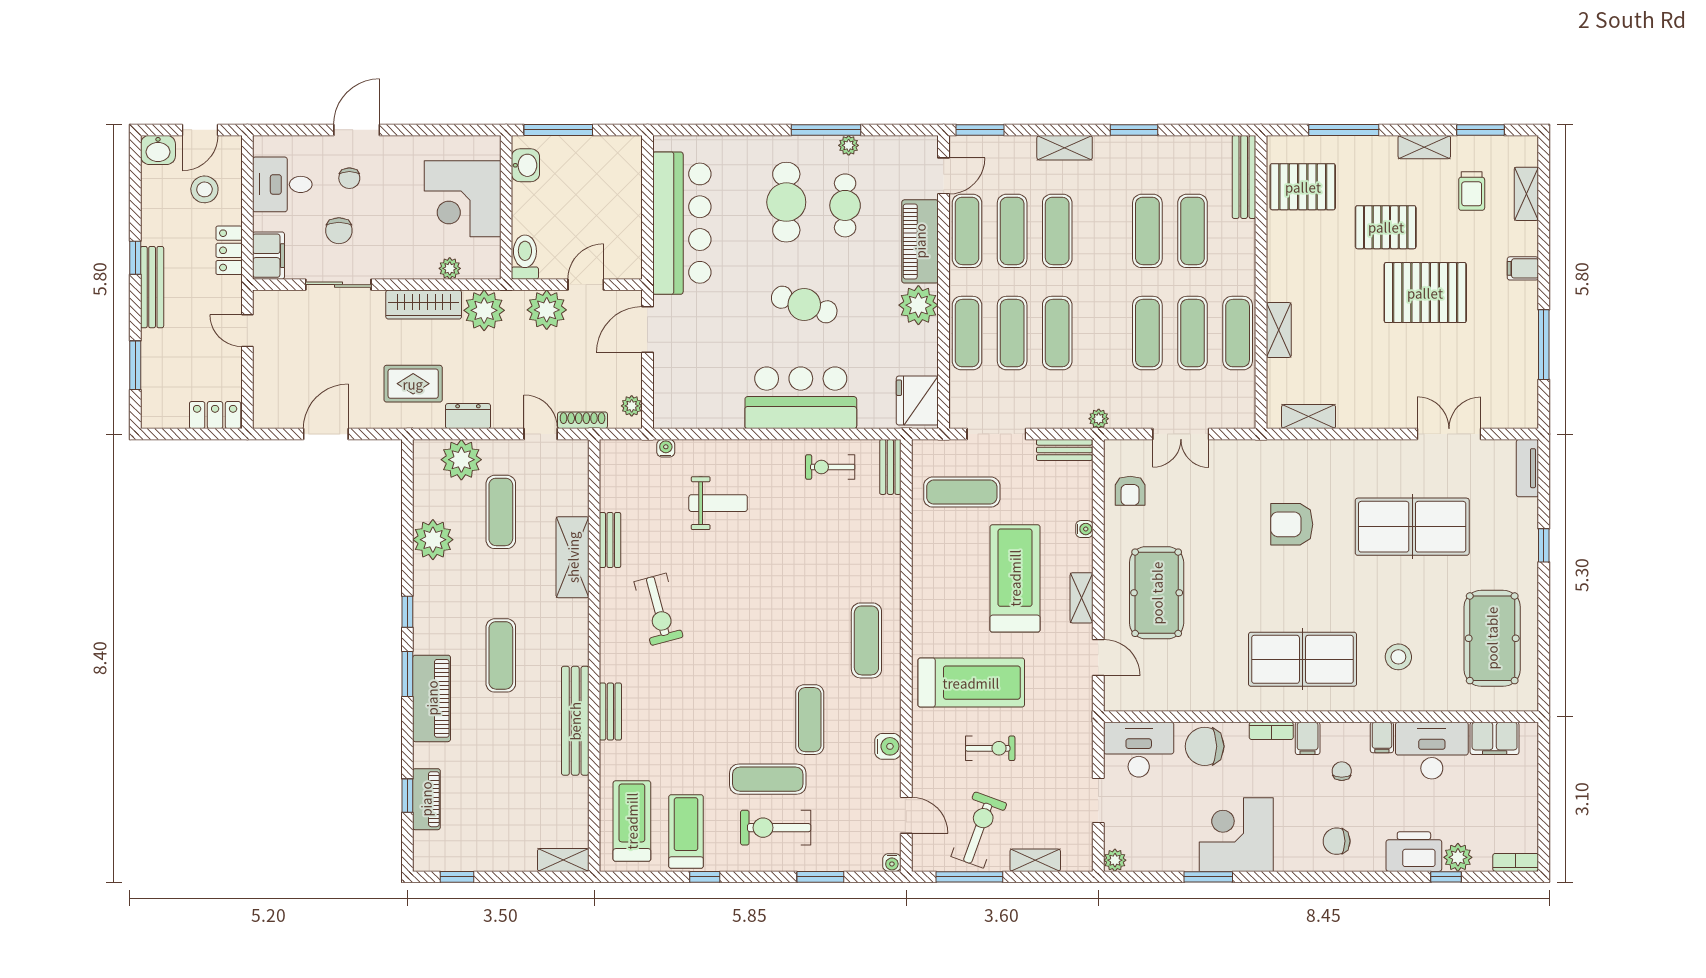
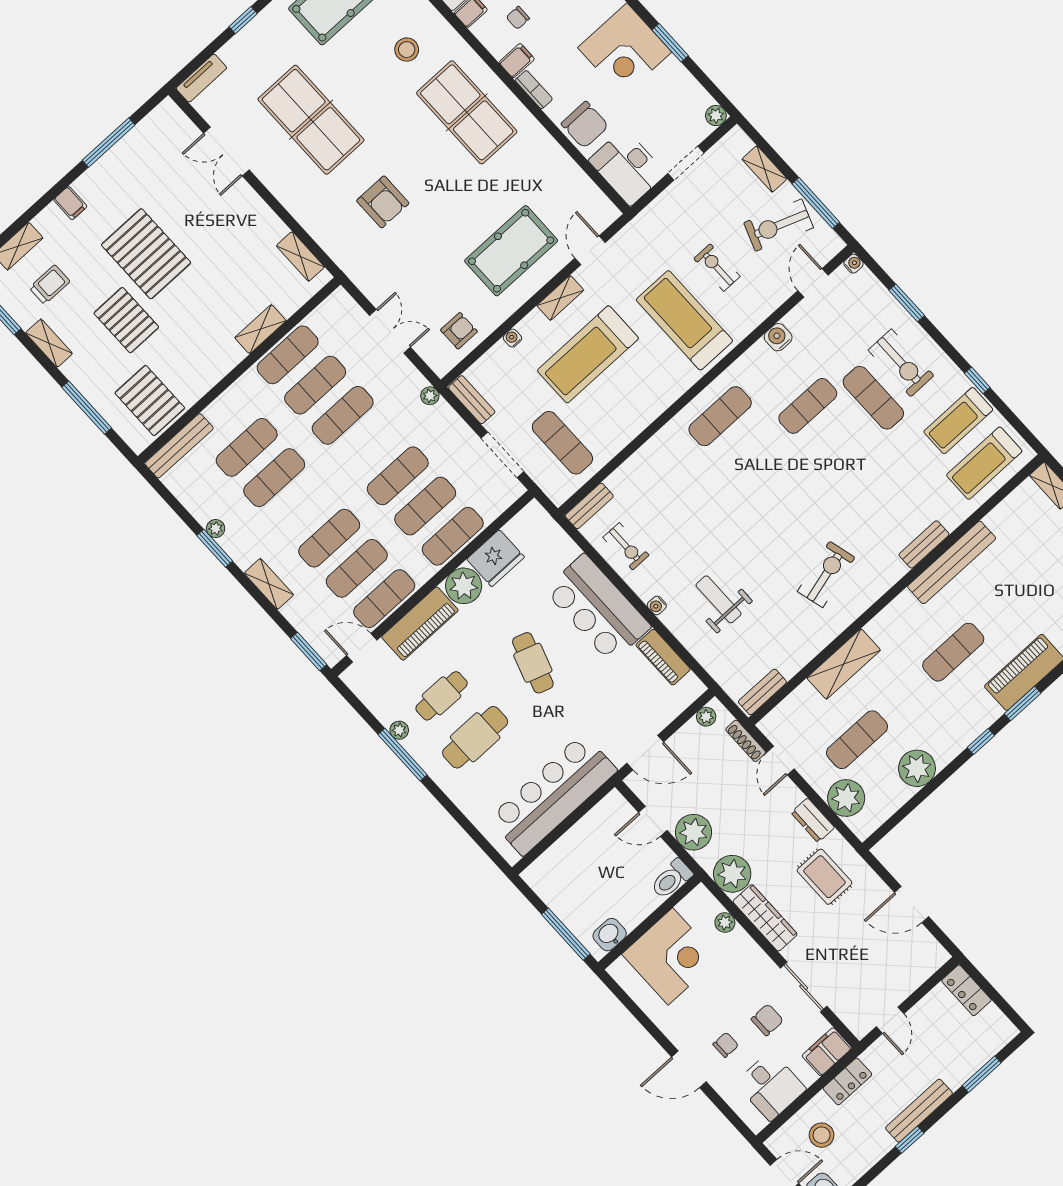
plant: (1149, 145) -> (216, 529), added
fridge: (917, 401) -> (496, 558), moved
piano: (712, 415) -> (663, 657), added
water cooler: (666, 448) -> (657, 605), moved
bench: (610, 540) -> (762, 692), moved

